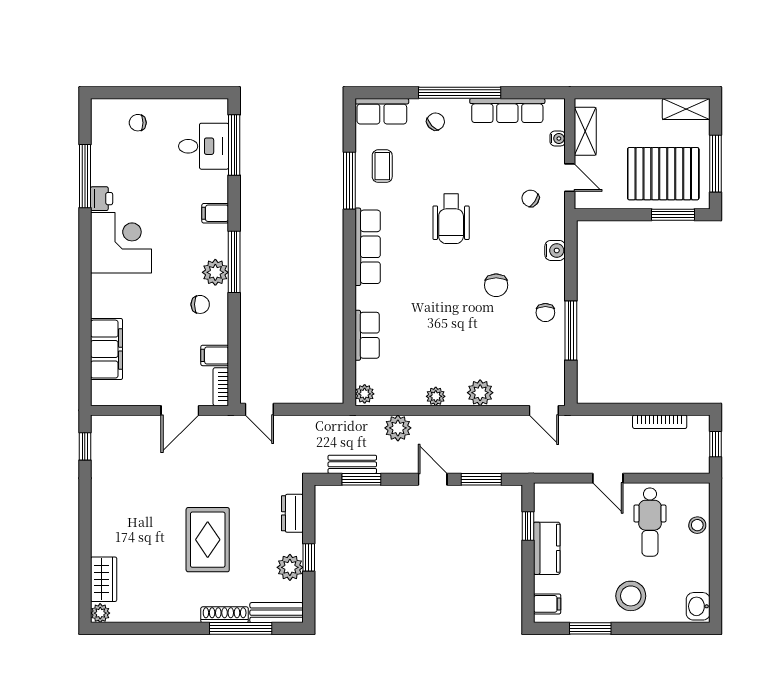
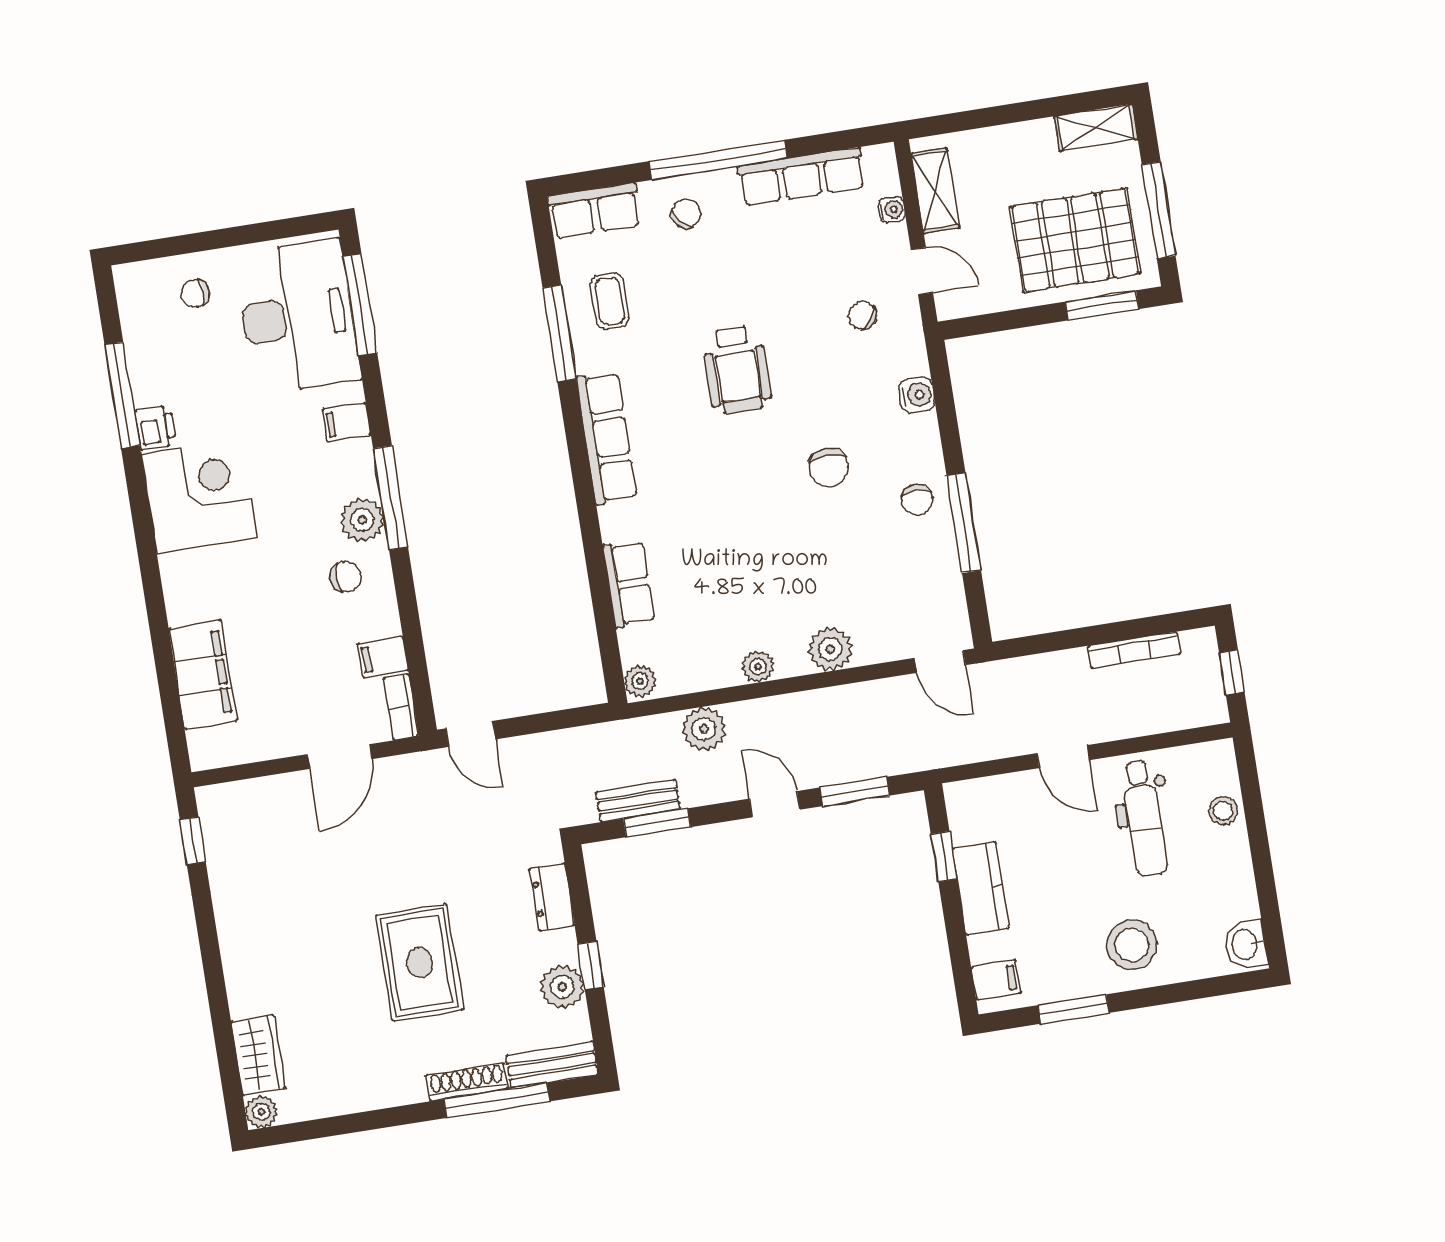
desk: (204, 146) -> (298, 317), width x1.87, depth x1.30

